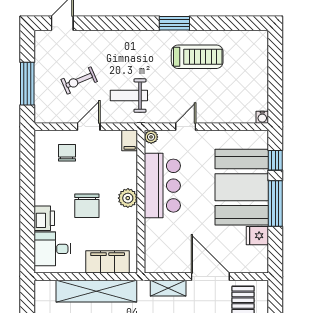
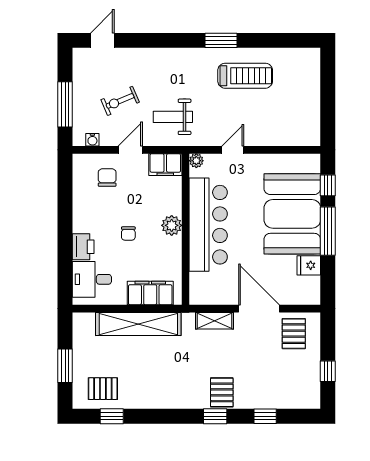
water cooler: (262, 117) -> (92, 140), moved
filing cabinet: (130, 141) -> (165, 165), width x2.00
bar counter: (162, 186) -> (208, 225), width x1.36
chair: (87, 206) -> (128, 234), width x0.54, depth x0.54

